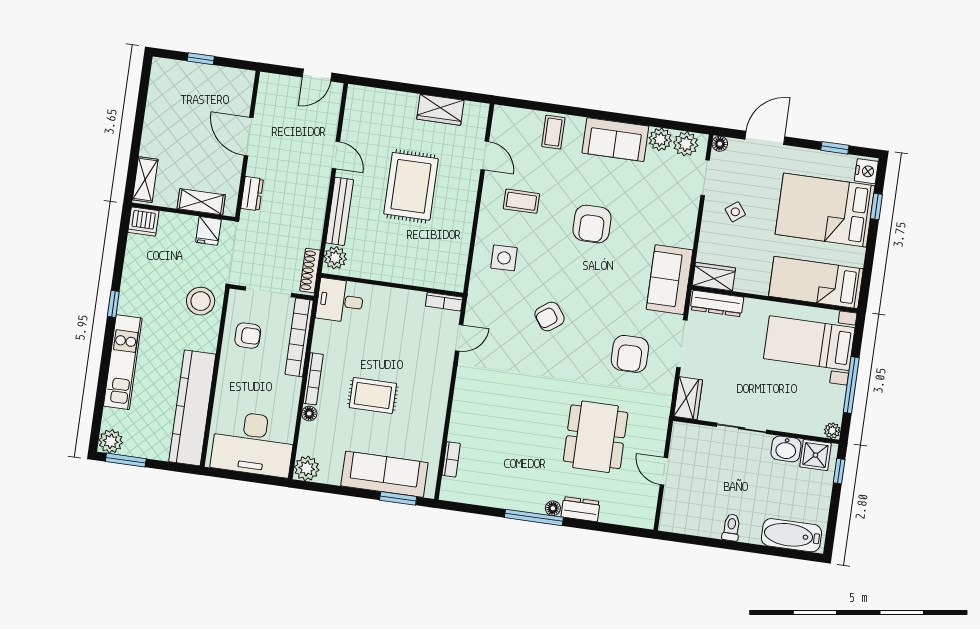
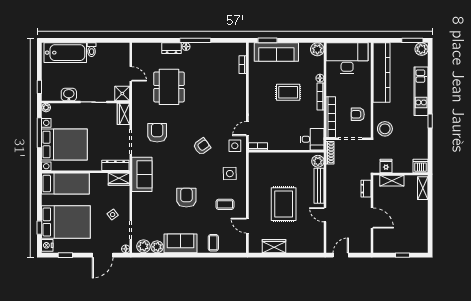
side table: (487, 309) -> (235, 146), added
bed with nightstands: (809, 343) -> (64, 145), width x1.36
shower: (815, 455) -> (122, 94), moved
bathtub: (791, 535) -> (65, 53), width x1.36, depth x1.36

